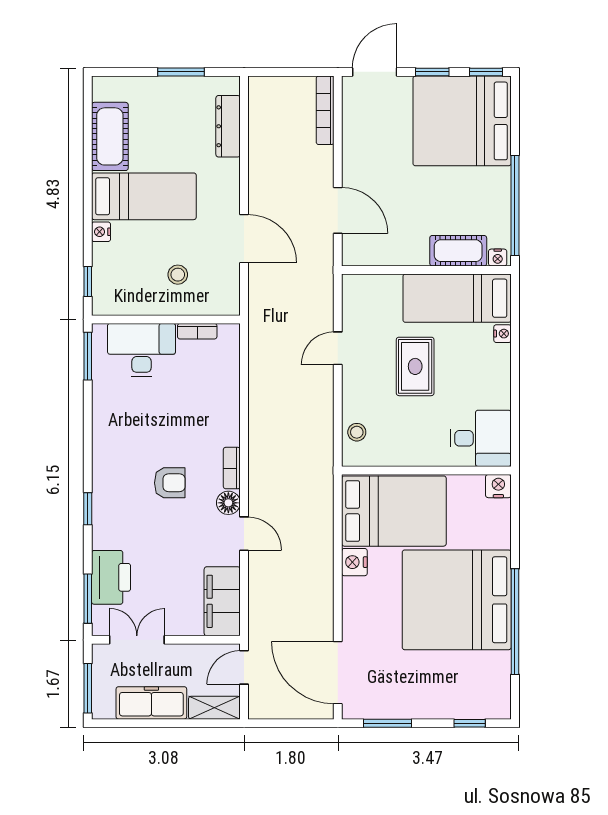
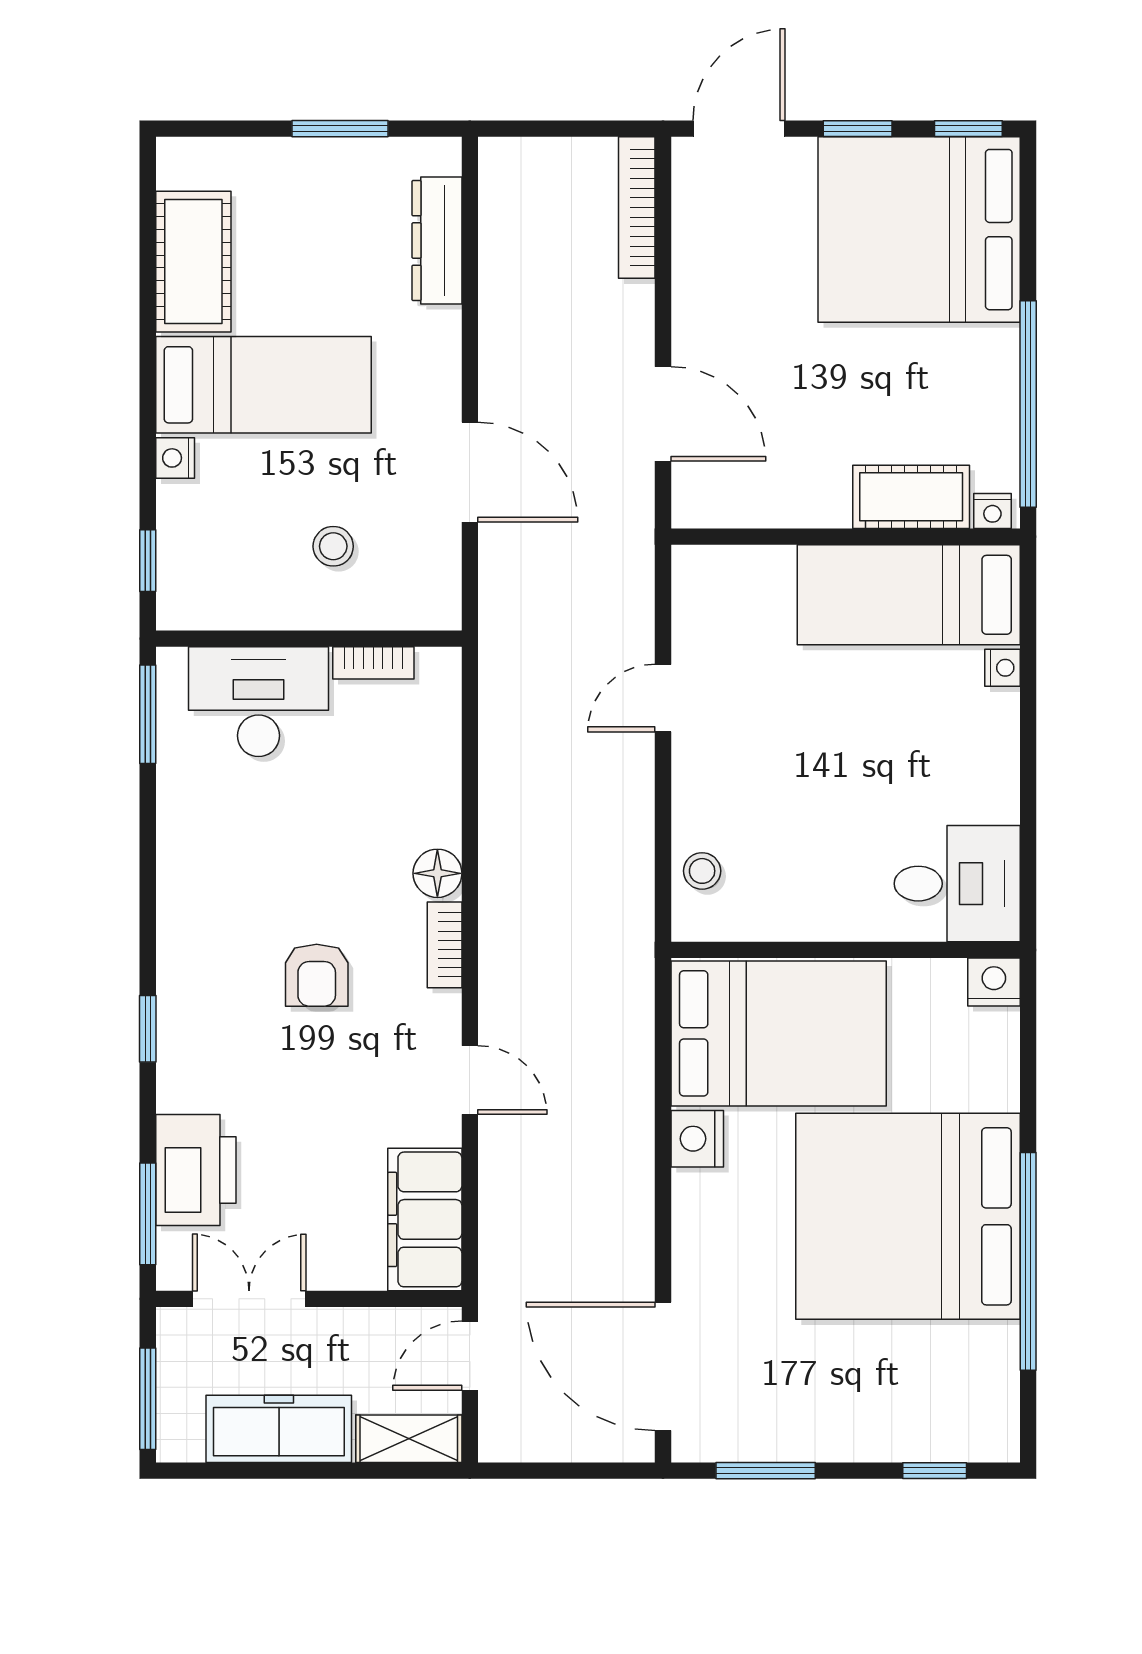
rug: (415, 366) -> (822, 735), removed
armchair: (170, 483) -> (317, 975), turned 90
floor lamp: (228, 503) -> (437, 873), moved

